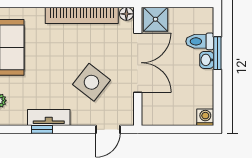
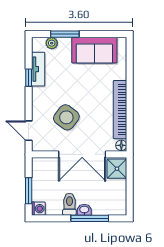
toilet: (200, 41) -> (69, 204), moved
window: (217, 53) -> (90, 218), width x1.44
tv unit: (49, 118) -> (38, 69), moved
window: (183, 129) -> (29, 191), added

